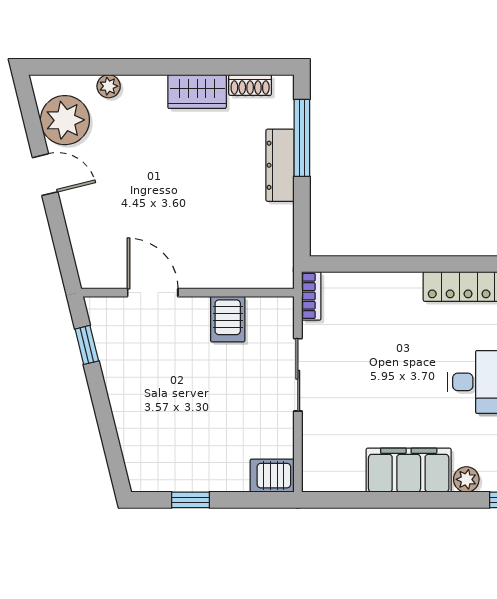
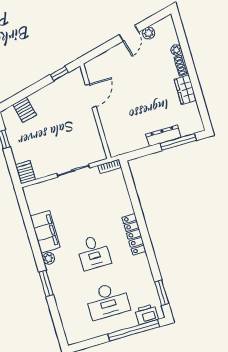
shoe rack: (250, 85) -> (181, 65), moved
plant: (65, 120) -> (149, 33), width x0.53, depth x0.53
server rack: (228, 319) -> (25, 110), moved, turned -104

